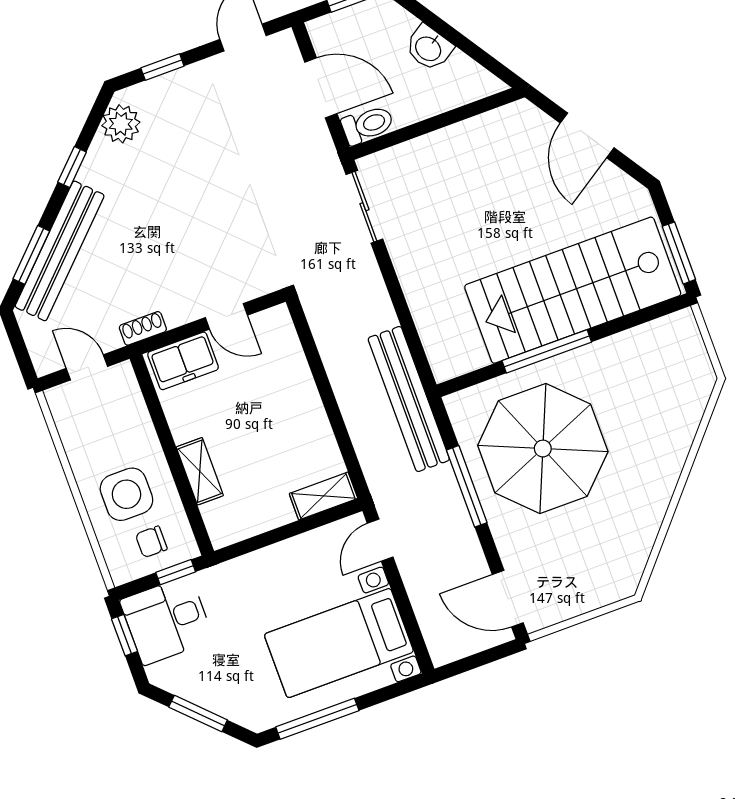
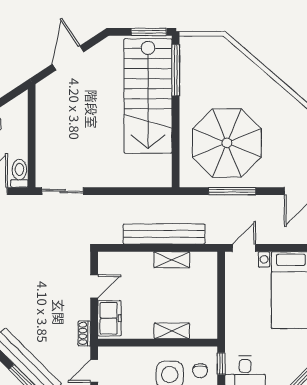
door: (587, 135) -> (68, 58), swing flipped
window: (547, 351) -> (176, 70), moved
bench: (409, 399) -> (164, 234), moved
shelving: (323, 496) -> (172, 260), moved, turned 90
door: (380, 540) -> (244, 248), swing flipped

